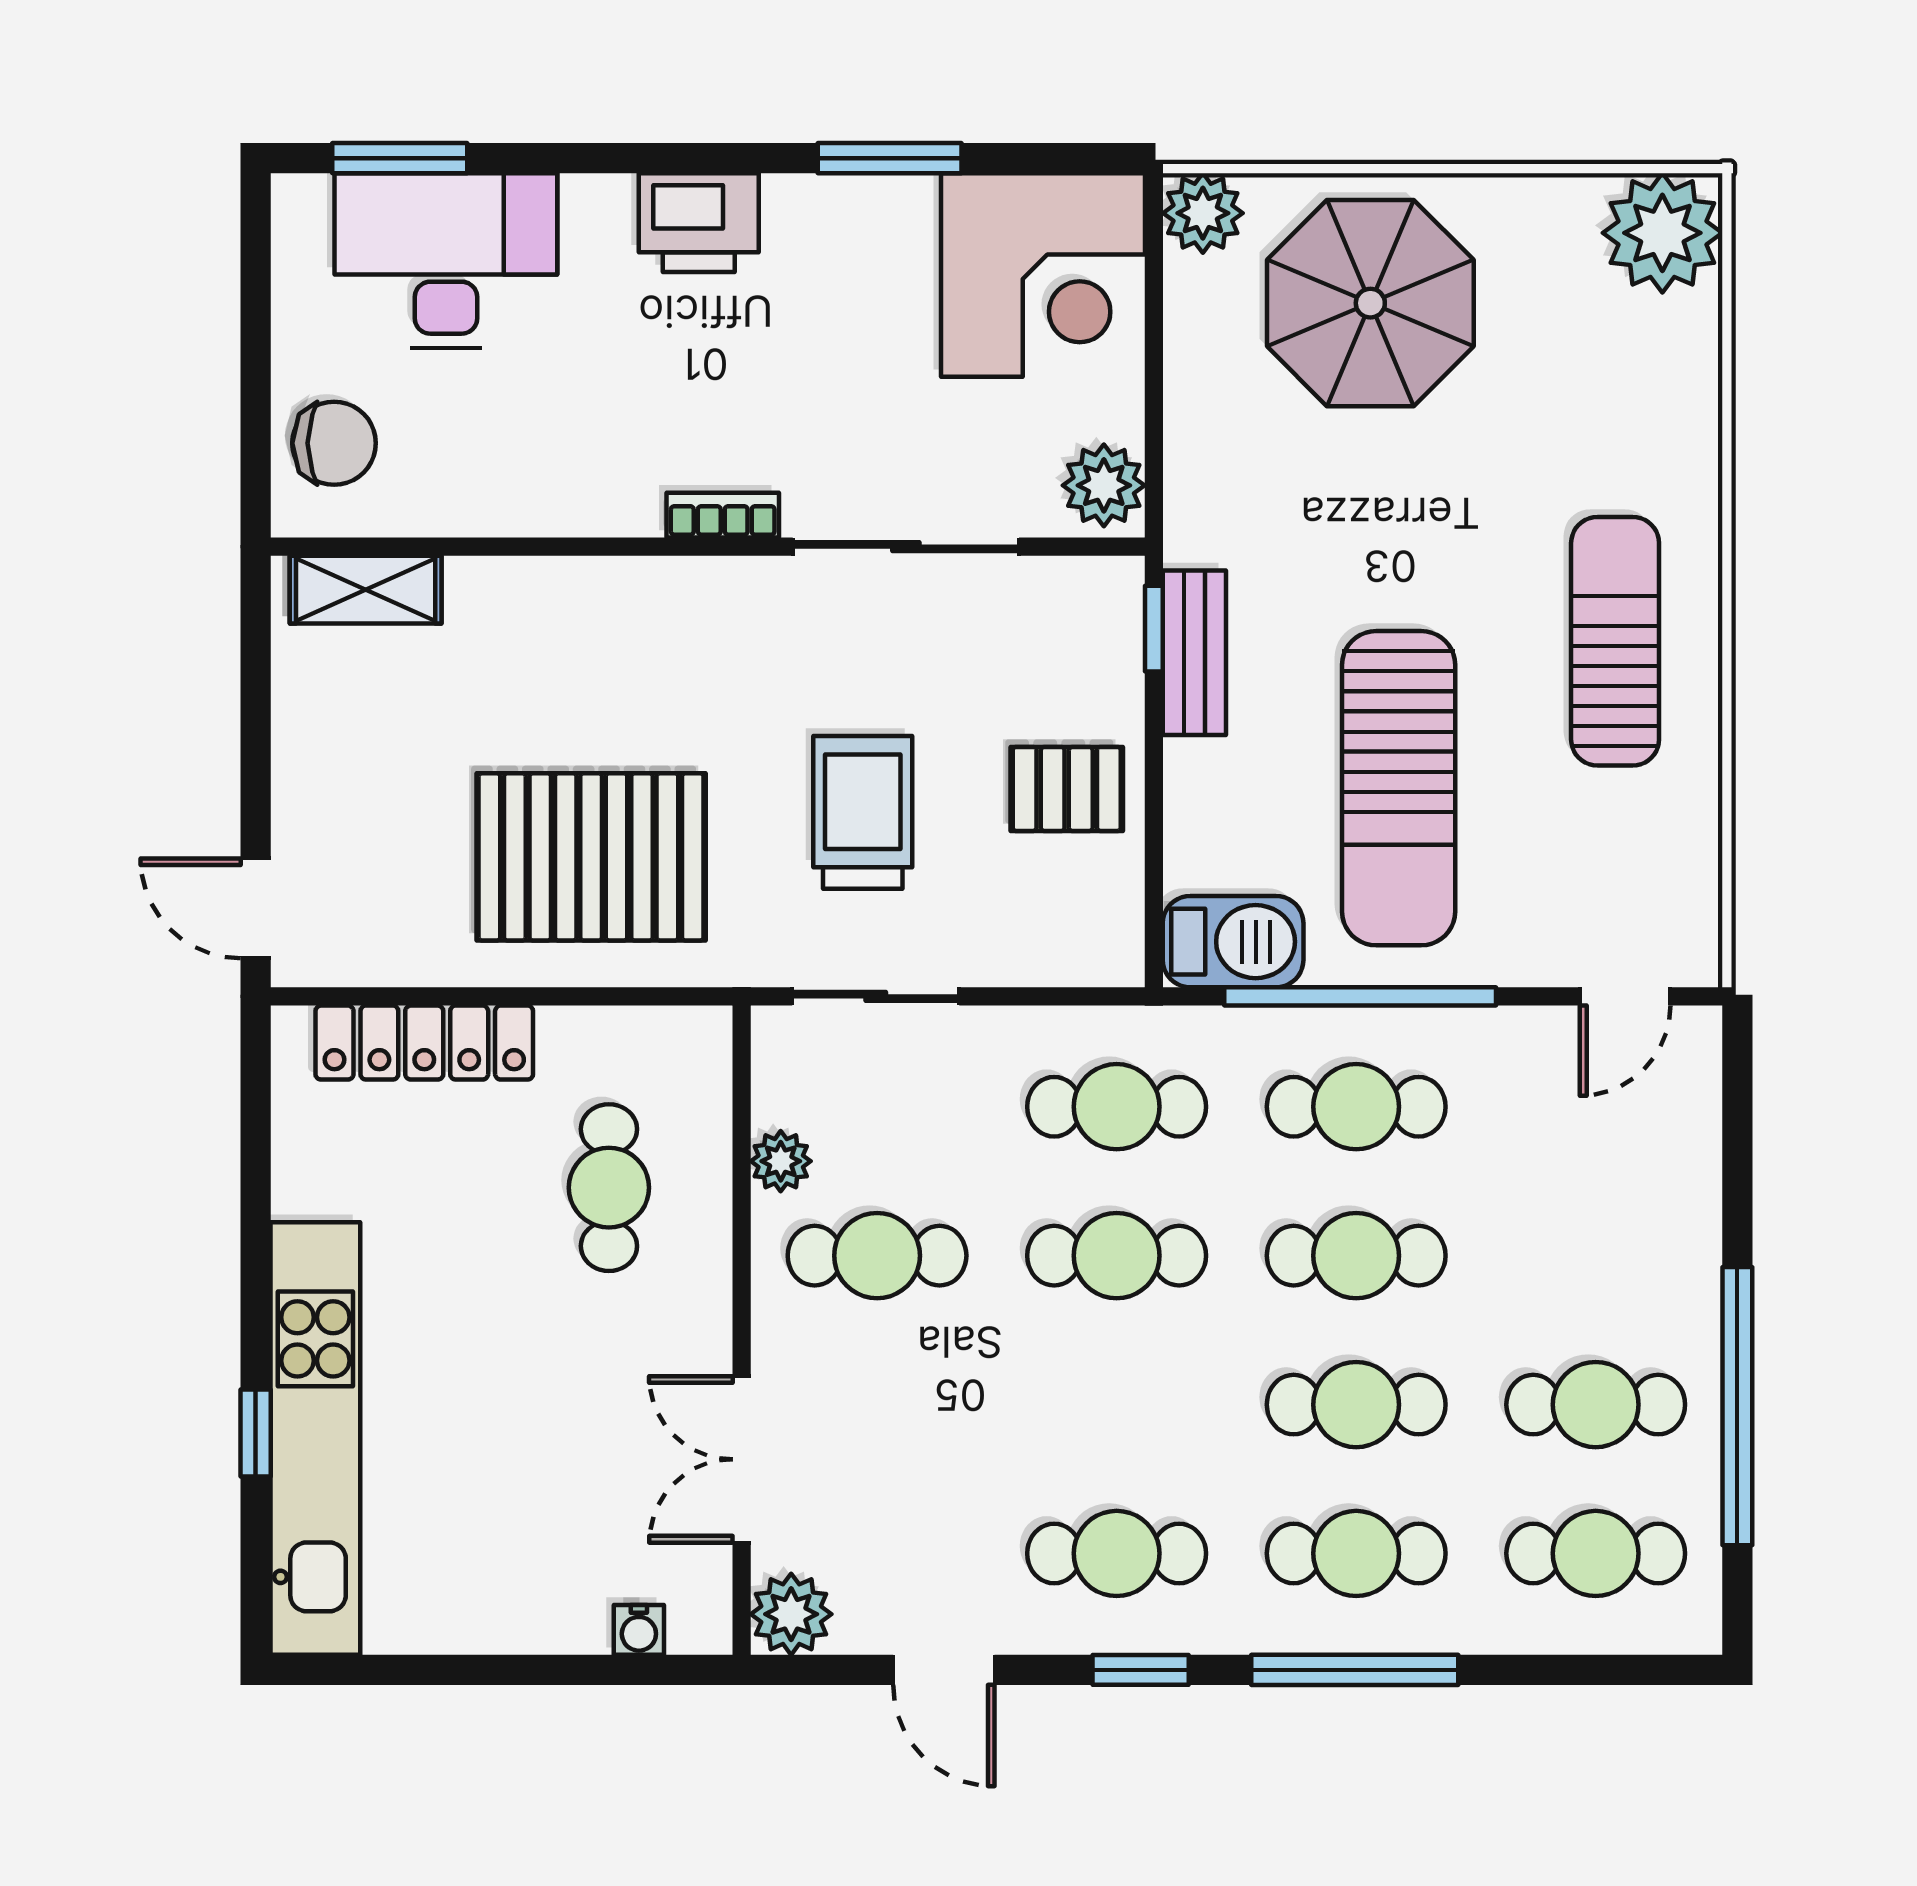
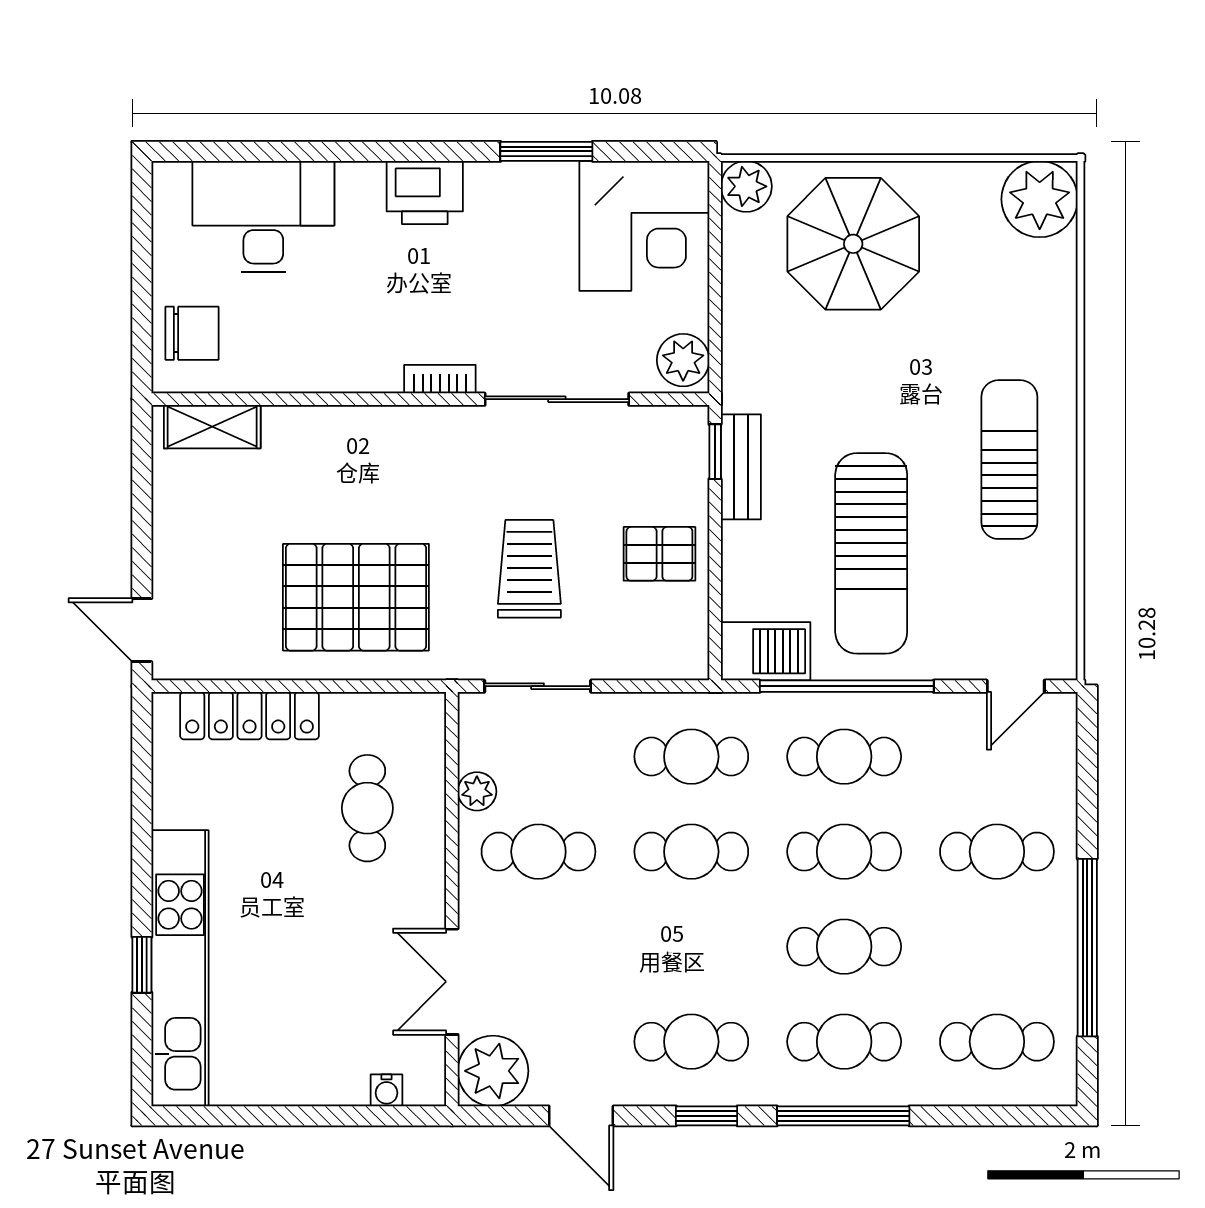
window: (400, 158) -> (234, 151), removed
cafe table: (1596, 1405) -> (997, 852), moved
plant: (791, 1614) -> (493, 1071), width x1.36, depth x1.36

